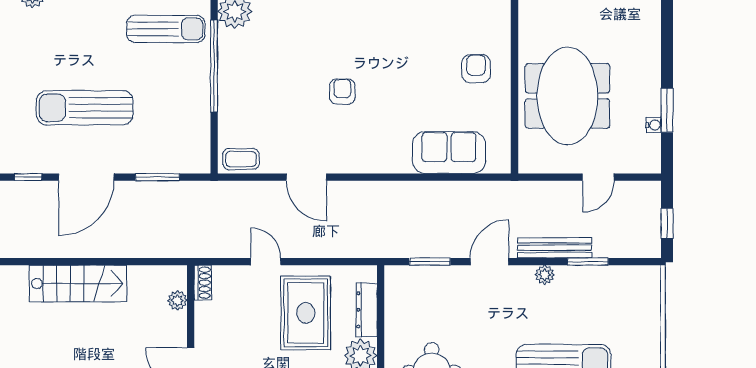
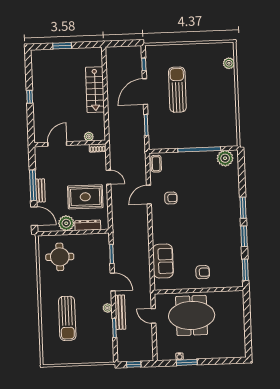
sun lounger: (166, 29) -> (216, 126), removed
armchair: (342, 92) -> (171, 198), moved
door: (86, 177) -> (145, 92), hinge flipped
door: (598, 177) -> (154, 316), moved
door: (266, 262) -> (109, 177), hinge flipped

